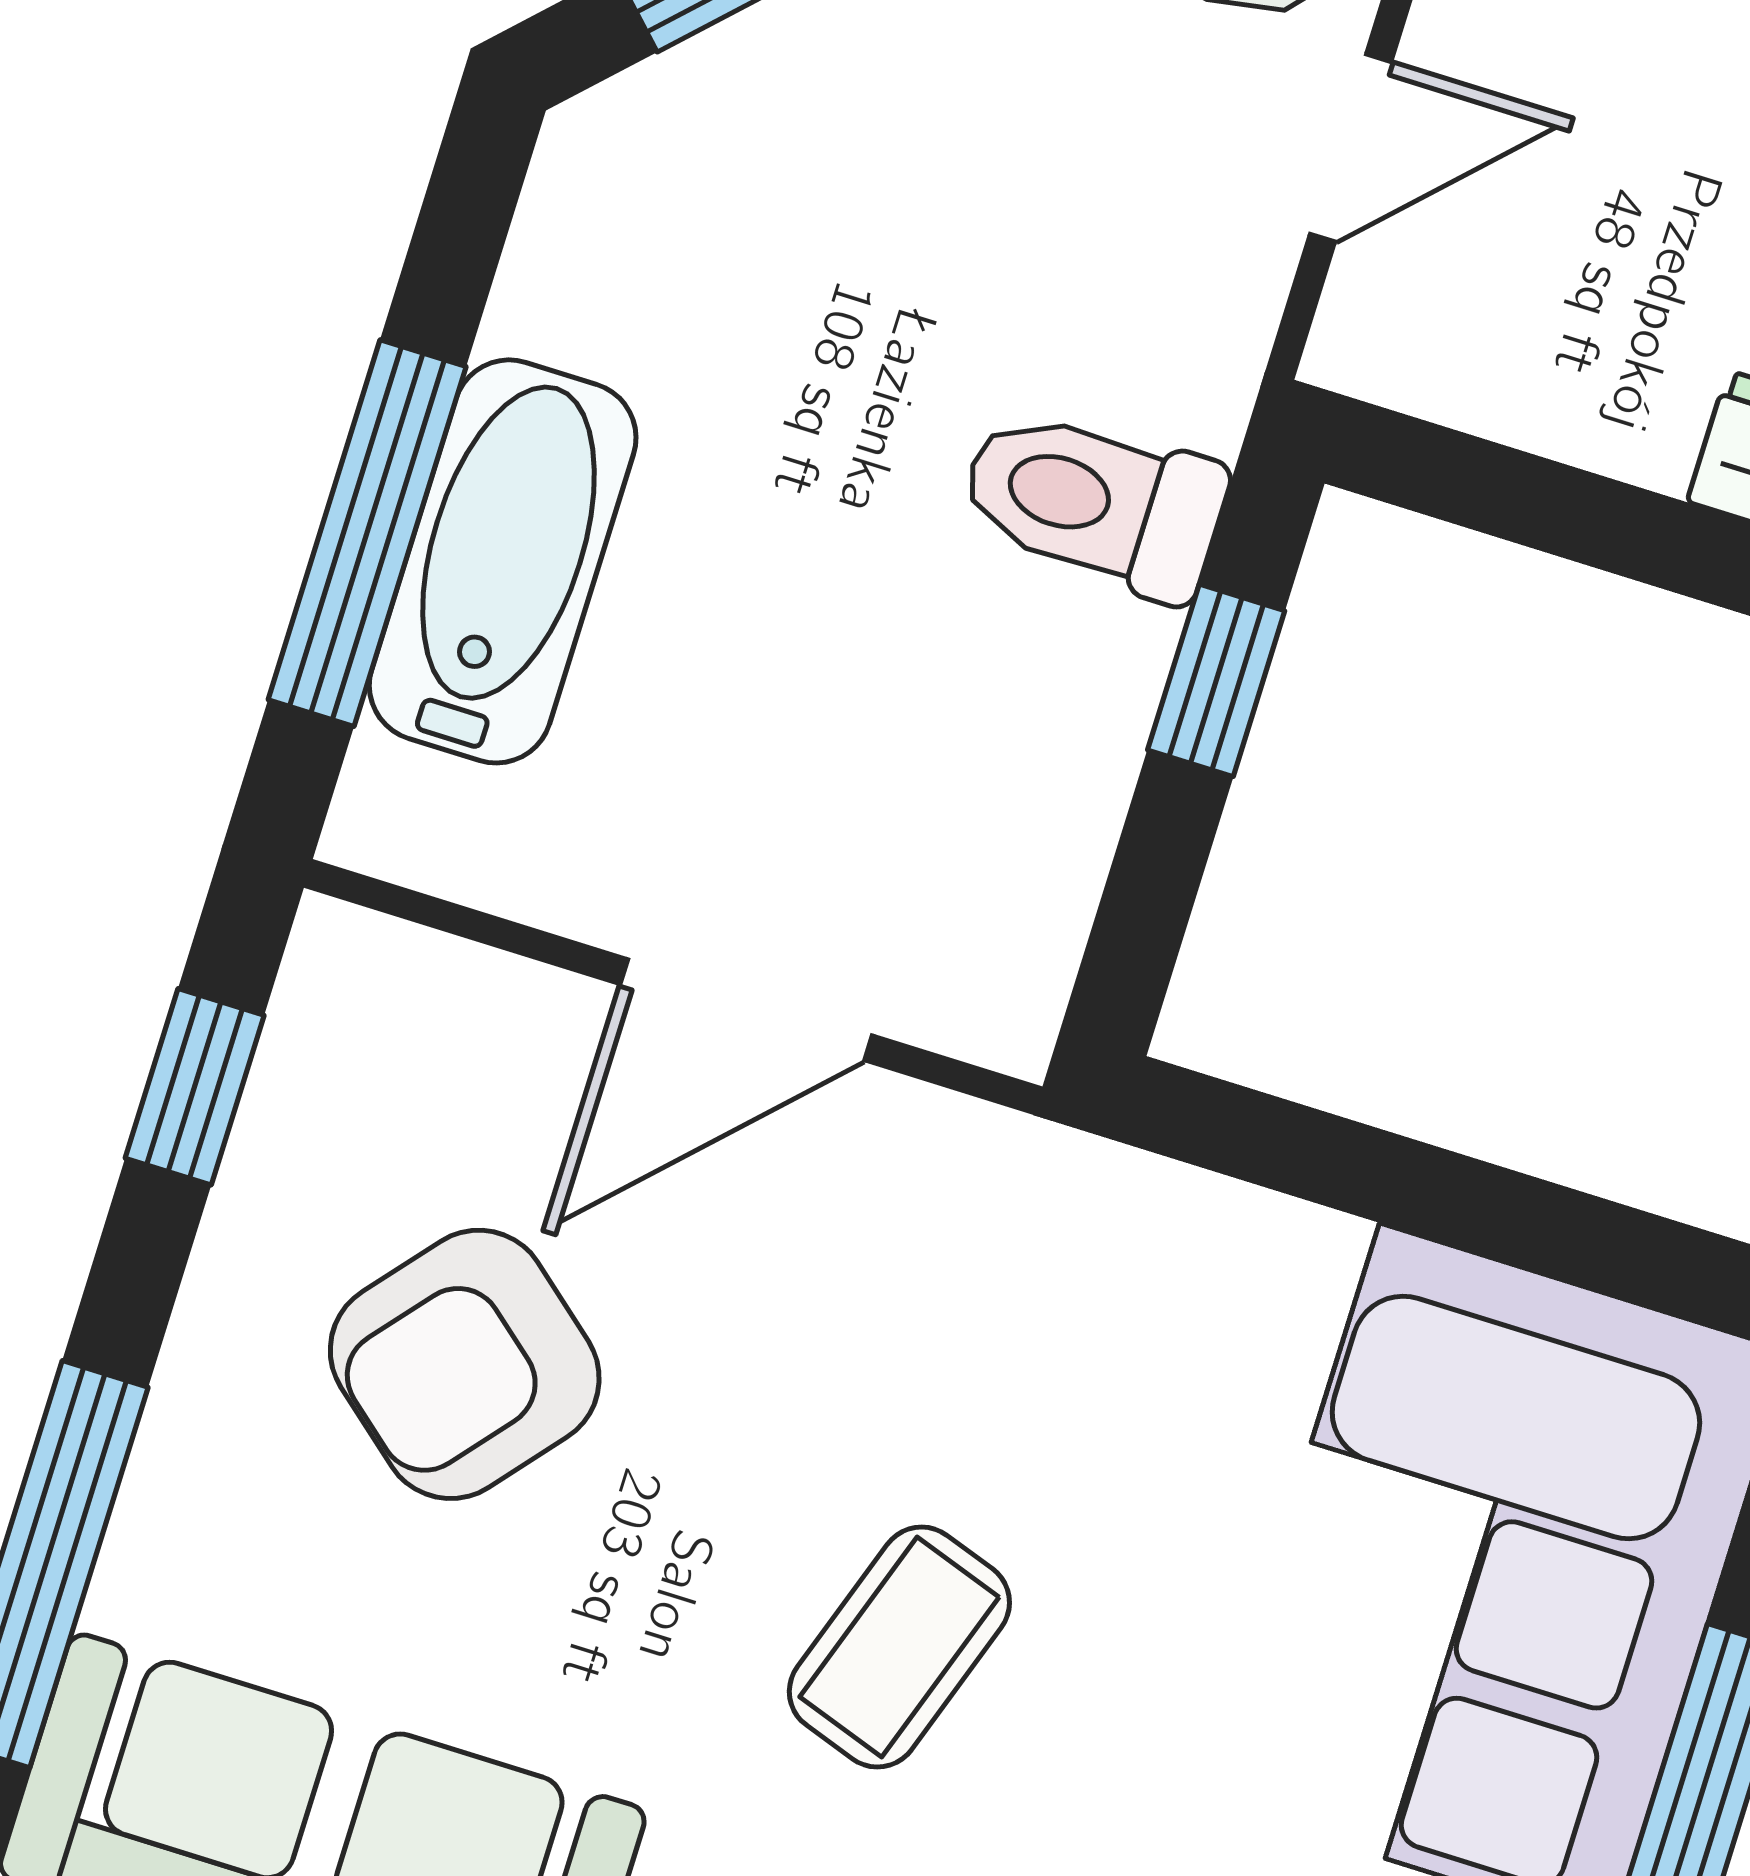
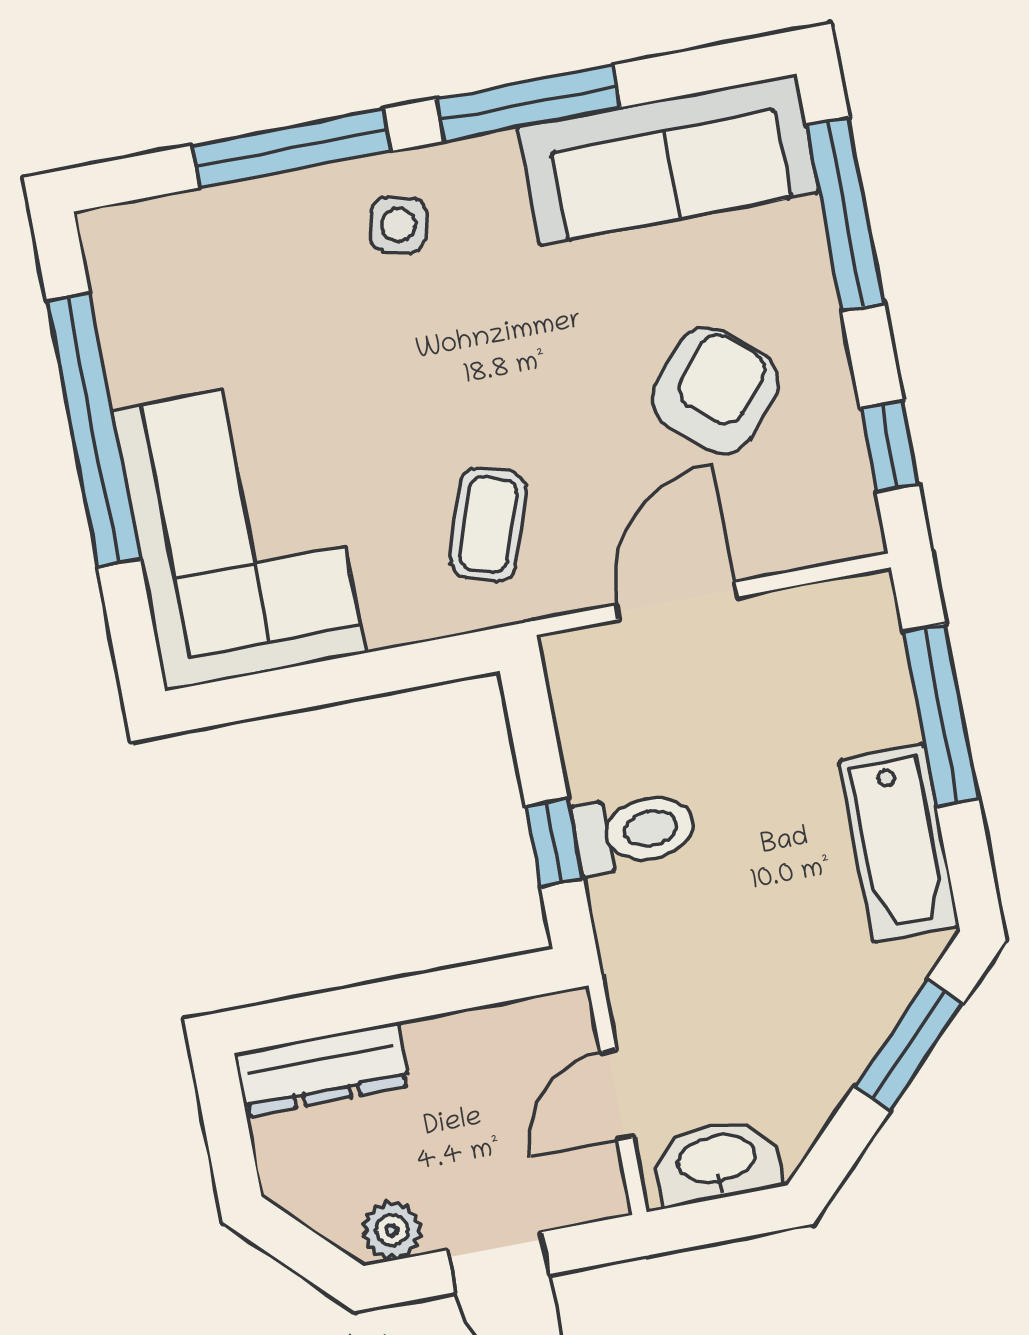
toilet: (1093, 502) -> (634, 832), moved
bathtub: (503, 561) -> (899, 844), moved
coffee table: (899, 1647) -> (488, 525), moved

